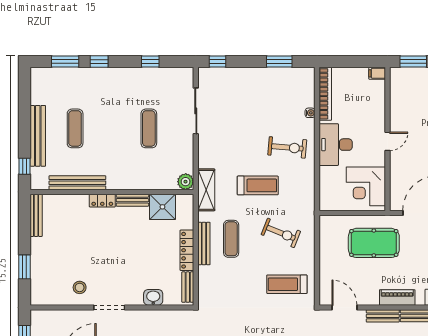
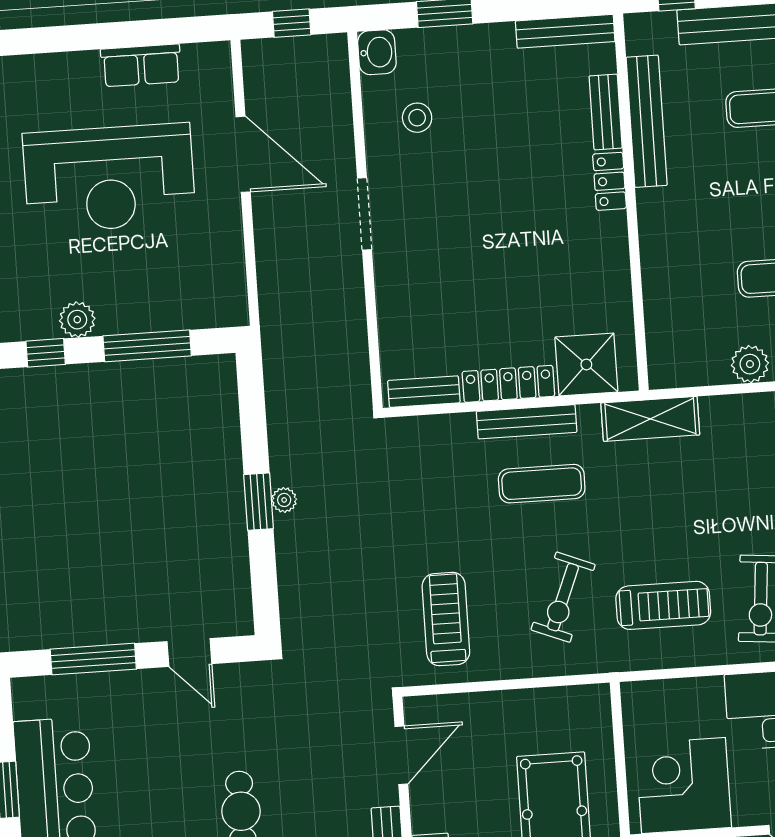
plant: (186, 182) -> (750, 364), moved
treadmill: (258, 185) -> (663, 605), moved, turned -90
bench: (132, 200) -> (606, 112), moved
shower: (162, 207) -> (586, 364), moved
stool: (80, 287) -> (417, 118), moved
washbasin: (153, 297) -> (377, 52), moved

